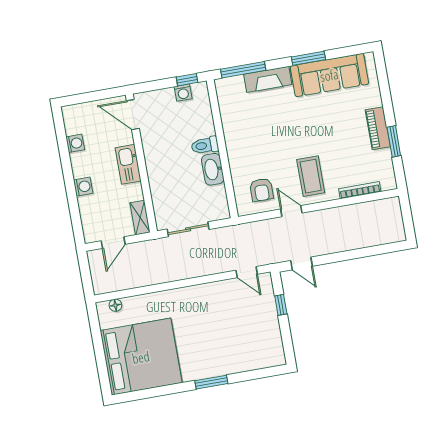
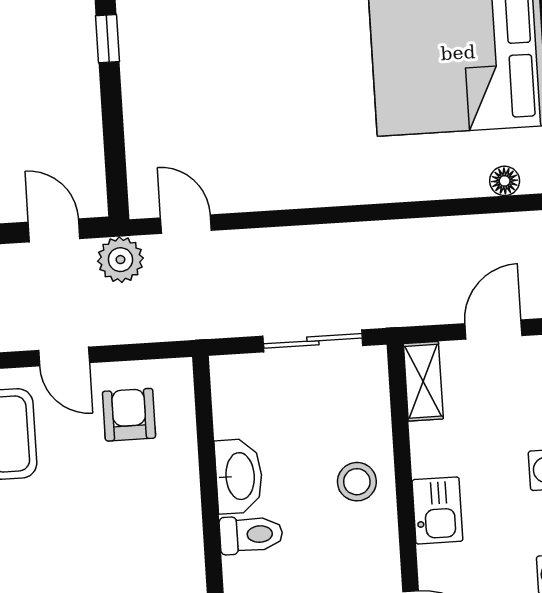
kitchen sink: (128, 164) -> (437, 510), width x0.73
stool: (163, 173) -> (357, 482), added
plant: (272, 254) -> (120, 260), added
window: (281, 305) -> (108, 39), moved

